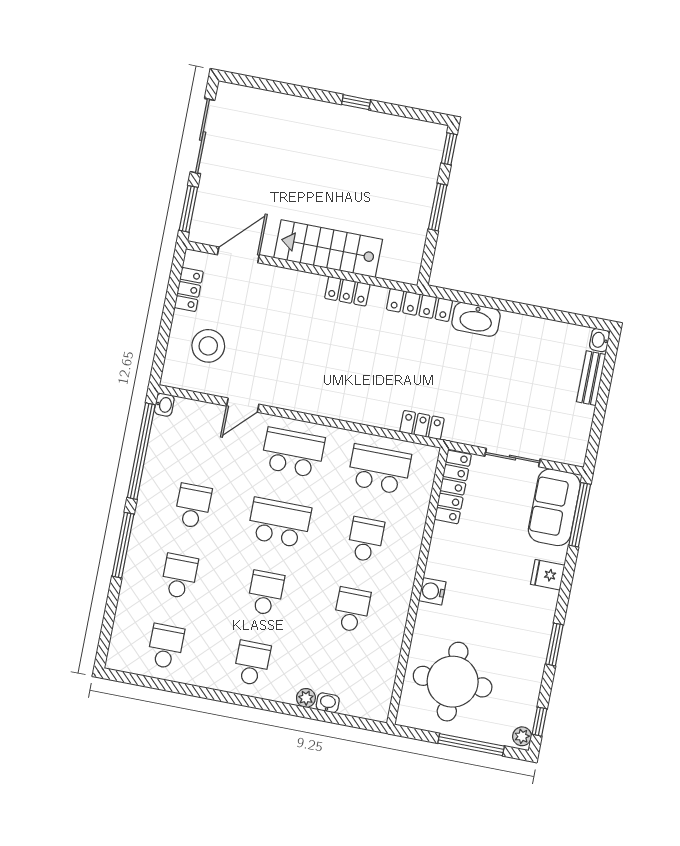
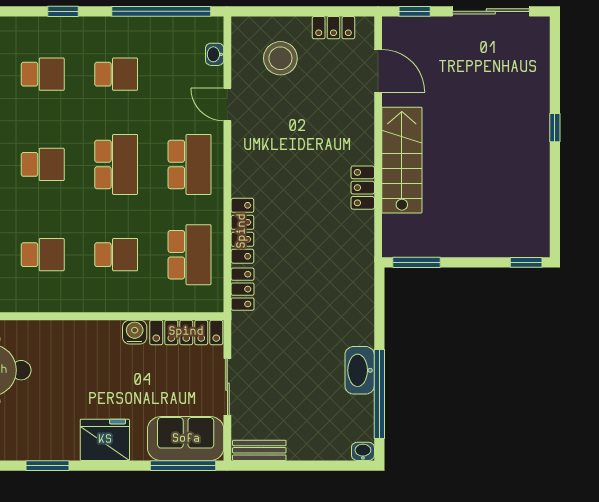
window: (356, 102) -> (555, 128), moved
window: (438, 207) -> (416, 262), moved
window: (188, 209) -> (415, 11), width x0.67
locker: (419, 305) -> (242, 231), moved, turned 180
window: (548, 314) -> (379, 394), added
washbasin: (476, 319) -> (360, 370), moved
bench: (591, 378) -> (259, 450), moved
washbasin: (164, 405) -> (215, 54), moved, turned 90
window: (123, 545) -> (63, 11), width x0.46
fridge: (548, 575) -> (105, 440), width x1.88, depth x1.34
water cooler: (432, 591) -> (135, 332), moved

